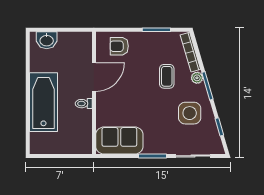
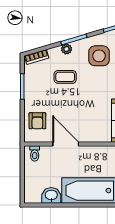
washbasin: (47, 40) -> (51, 195), moved, turned -90
bookcase: (190, 52) -> (37, 57), width x0.64
toilet: (84, 104) -> (35, 153), moved

